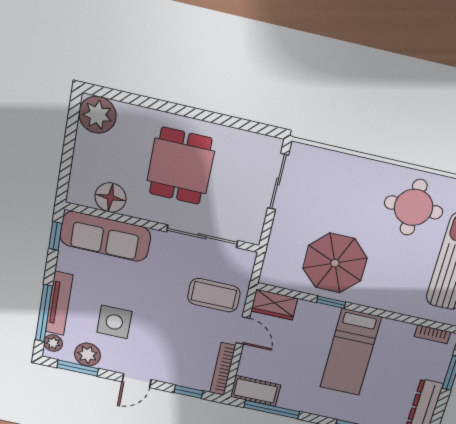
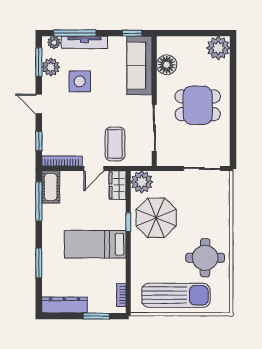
plant: (277, 271) -> (142, 182), added

